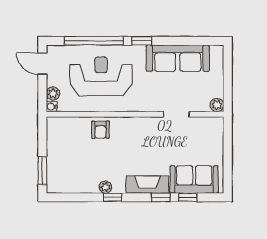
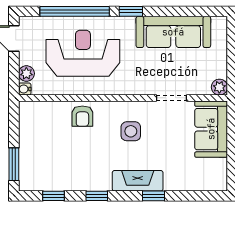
side table: (142, 143) -> (131, 131), added
sofa: (194, 179) -> (211, 129), moved, turned -90
plant: (105, 187) -> (88, 184), removed
window: (188, 197) -> (53, 196), moved

